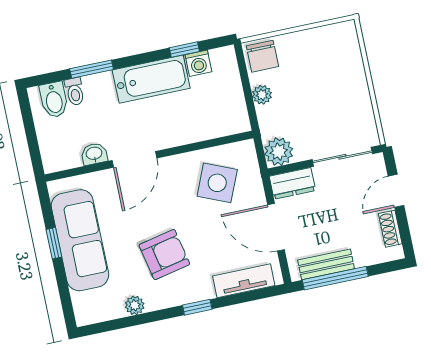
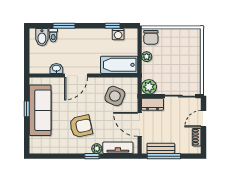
bathtub: (151, 79) -> (119, 65), moved, turned 180
plant: (135, 305) -> (97, 149), moved

